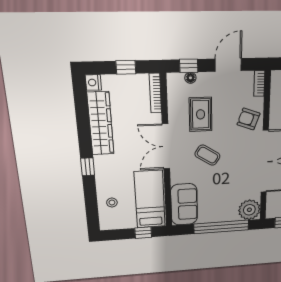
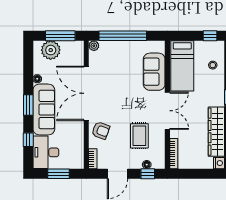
window: (126, 67) -> (195, 174), removed
coffee table: (207, 155) -> (134, 102), removed
sofa: (184, 204) -> (154, 72), moved
plant: (249, 210) -> (94, 46), width x0.53, depth x0.53
window: (143, 233) -> (210, 36), moved

